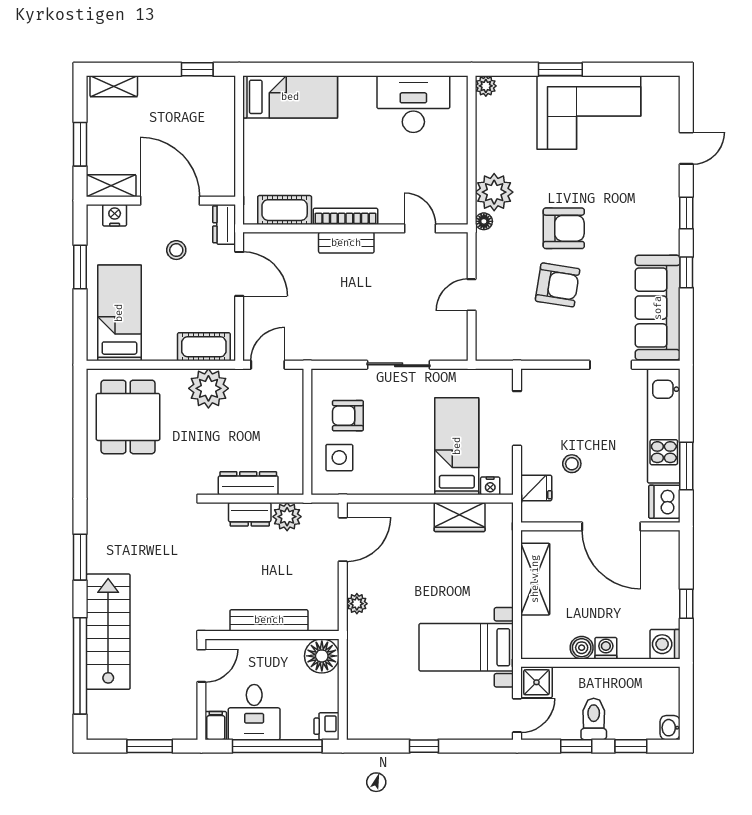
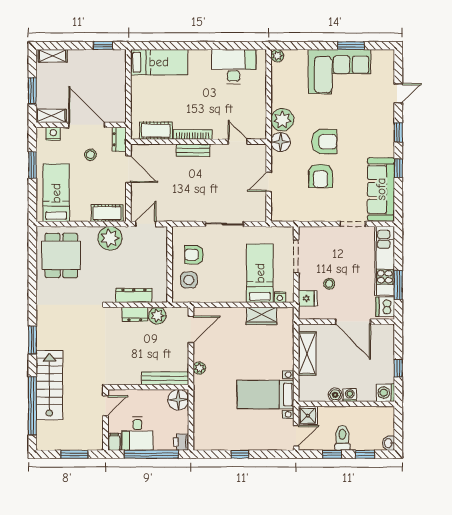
window: (560, 69) -> (351, 46), moved
floor lamp: (484, 221) -> (281, 142), width x1.89, depth x1.89
armchair: (558, 285) -> (321, 176), turned 81
bench: (269, 620) -> (165, 378), moved

